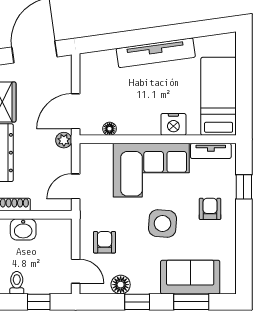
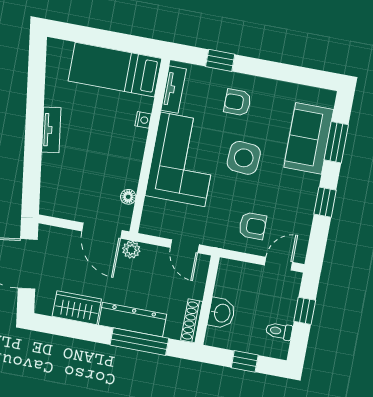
tv unit: (156, 53) -> (51, 130), width x0.52, depth x0.78
nightstand: (173, 124) -> (143, 120), width x0.53, depth x0.56
armchair: (105, 242) -> (252, 226), turned 180
floor lamp: (121, 285) -> (303, 217), removed

